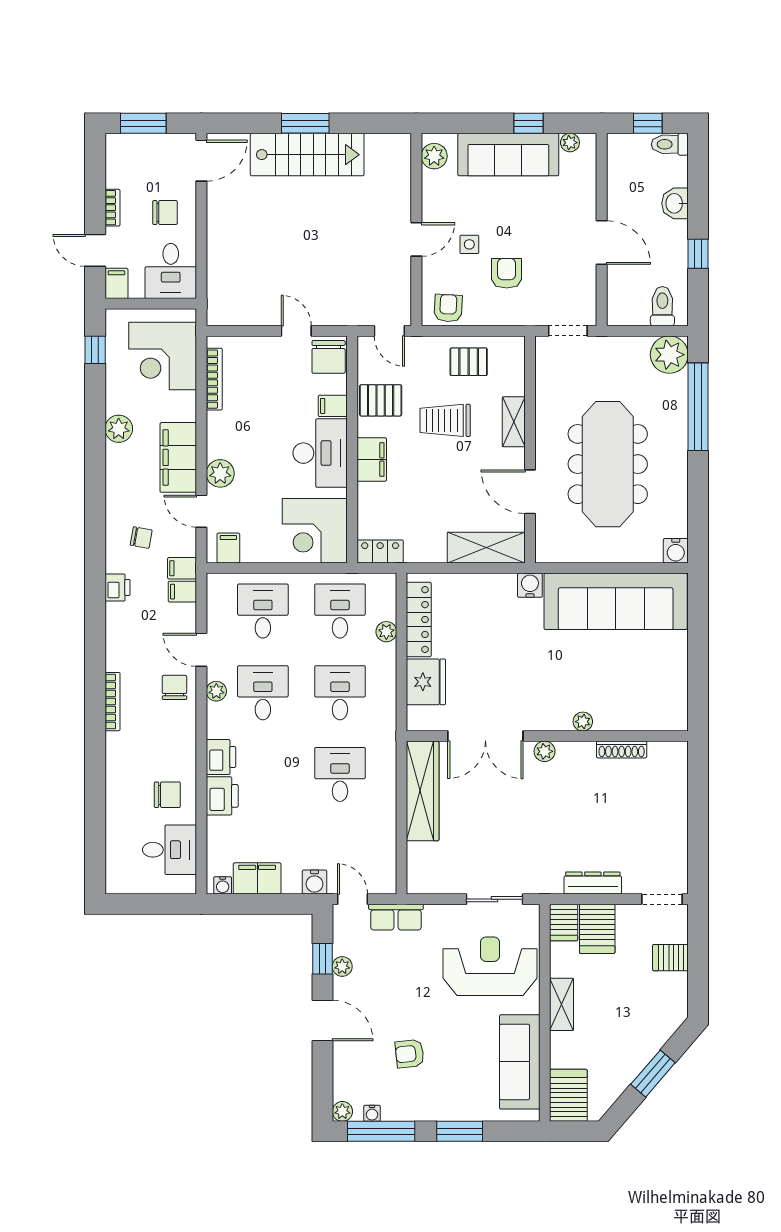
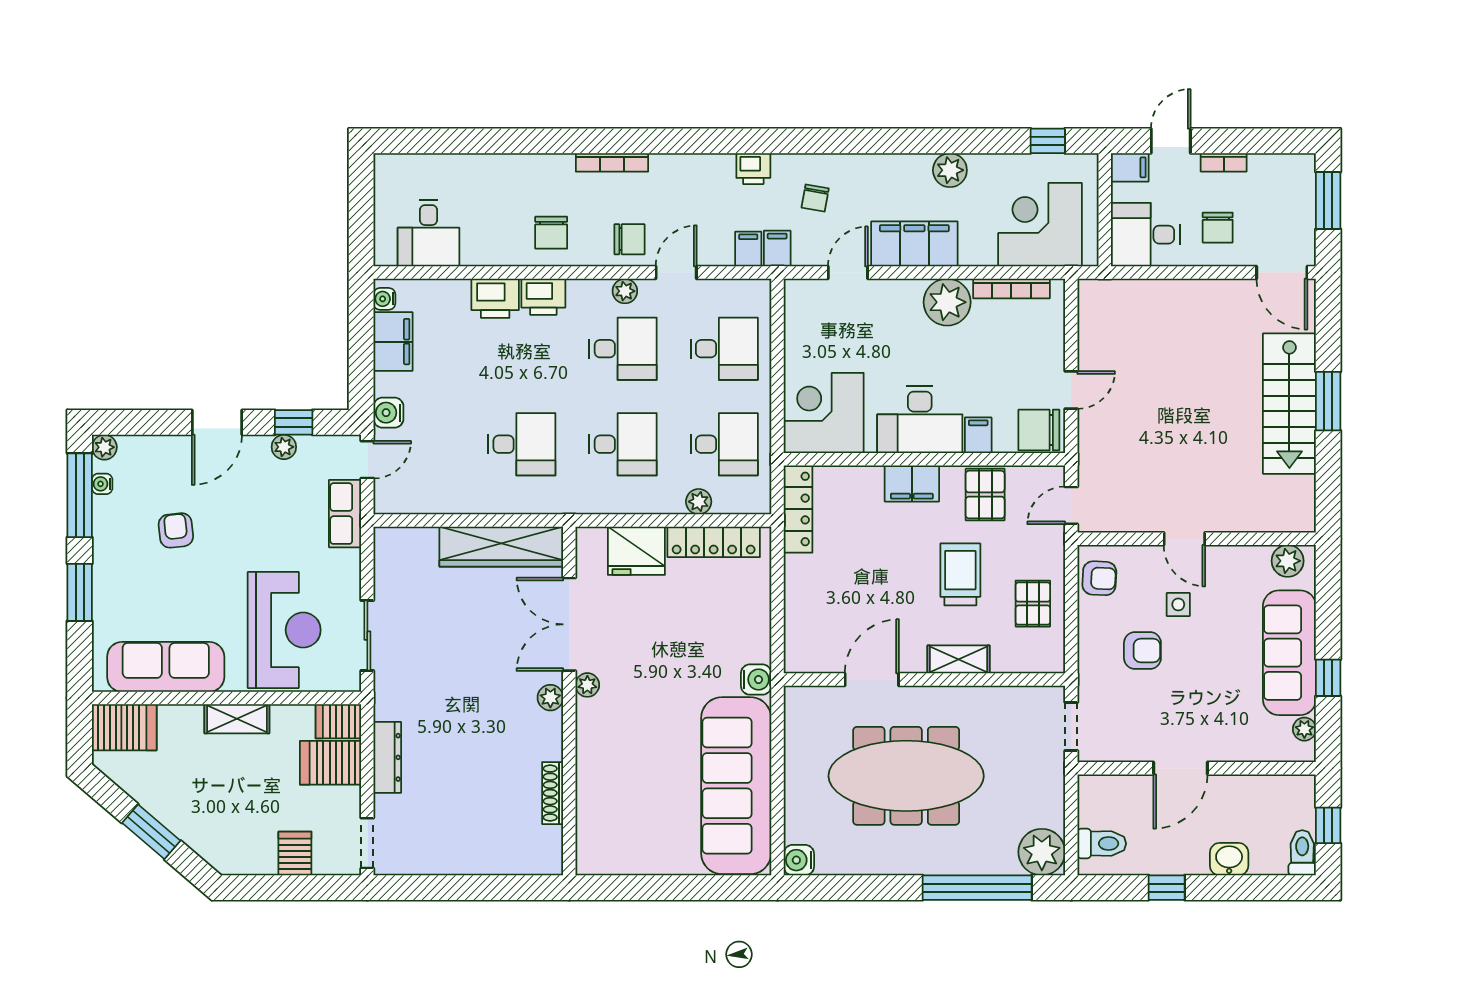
plant: (220, 473) -> (947, 302), moved, width x1.36, depth x1.36
filing cabinet: (228, 548) -> (802, 306), removed
shelving: (486, 548) -> (803, 625), removed
locker: (380, 551) -> (798, 509), width x1.53
plant: (583, 722) -> (587, 685), moved
chair: (167, 795) -> (551, 233), moved

